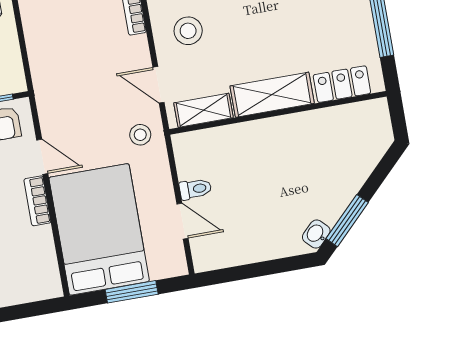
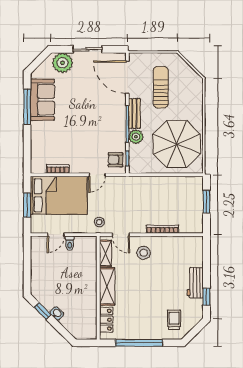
door: (158, 85) -> (121, 235), swing flipped
bookcase: (37, 201) -> (58, 169), moved
window: (347, 221) -> (43, 311), width x0.67
washbasin: (316, 234) -> (57, 313), moved

